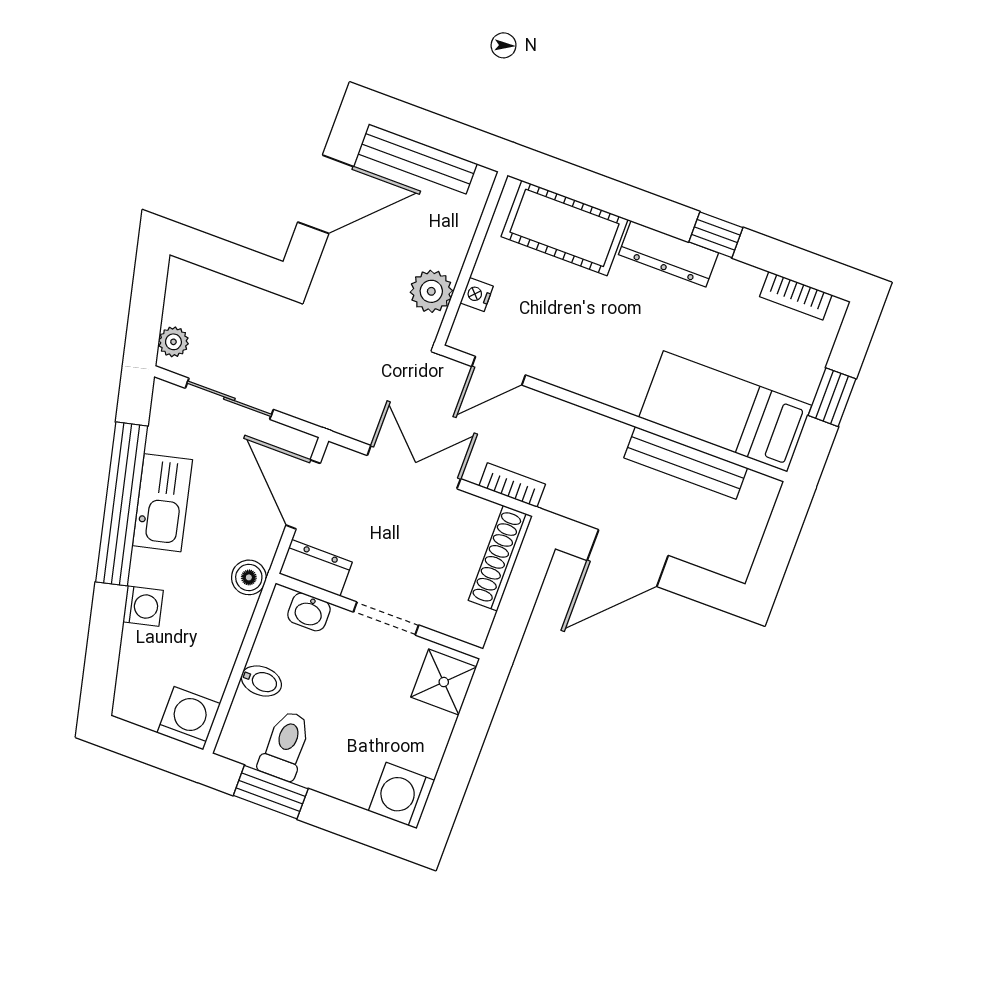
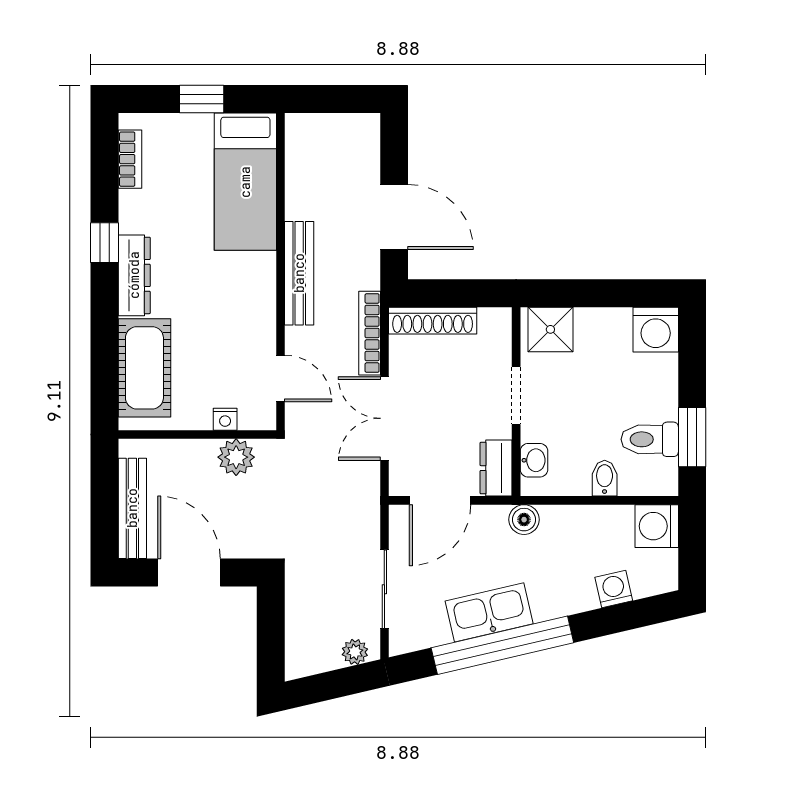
bench: (686, 463) -> (299, 273), moved
bookcase: (512, 485) -> (370, 333), width x1.56
washing machine: (143, 606) -> (614, 589), moved

